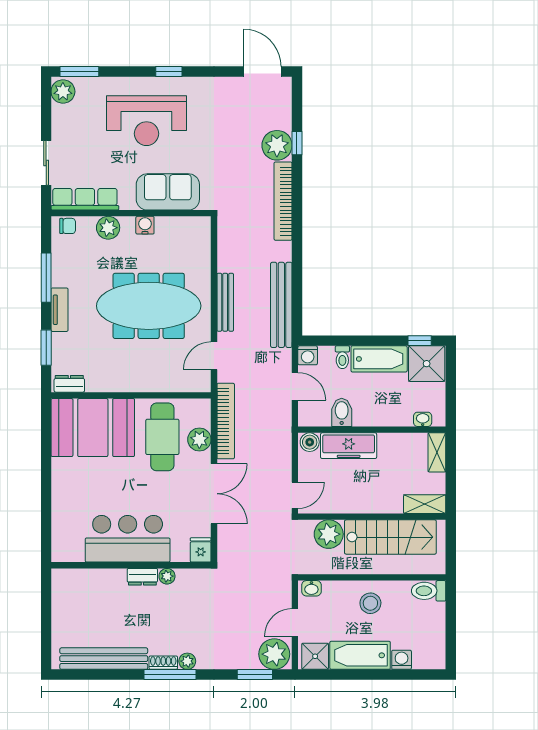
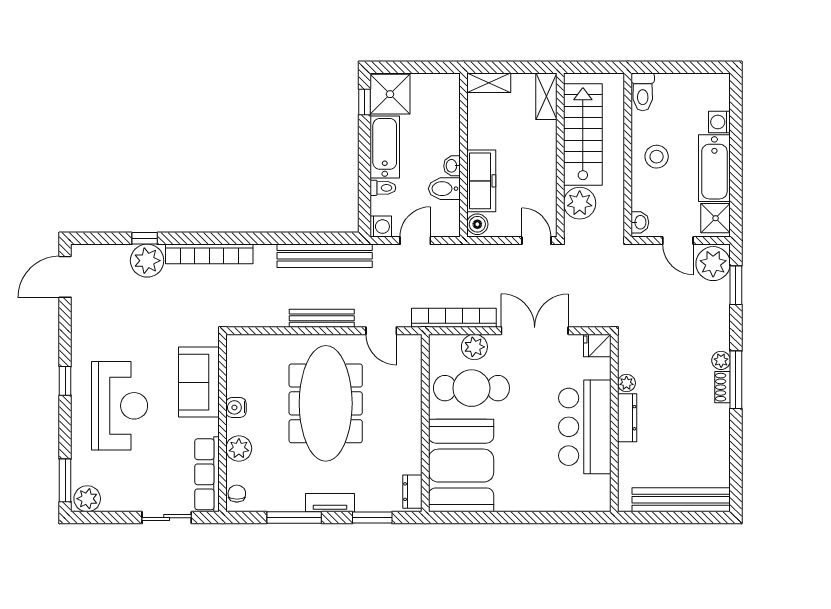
washbasin: (423, 419) -> (452, 166), moved
dresser: (142, 577) -> (627, 418), width x1.44
bench: (104, 659) -> (681, 500), moved, turned 90

